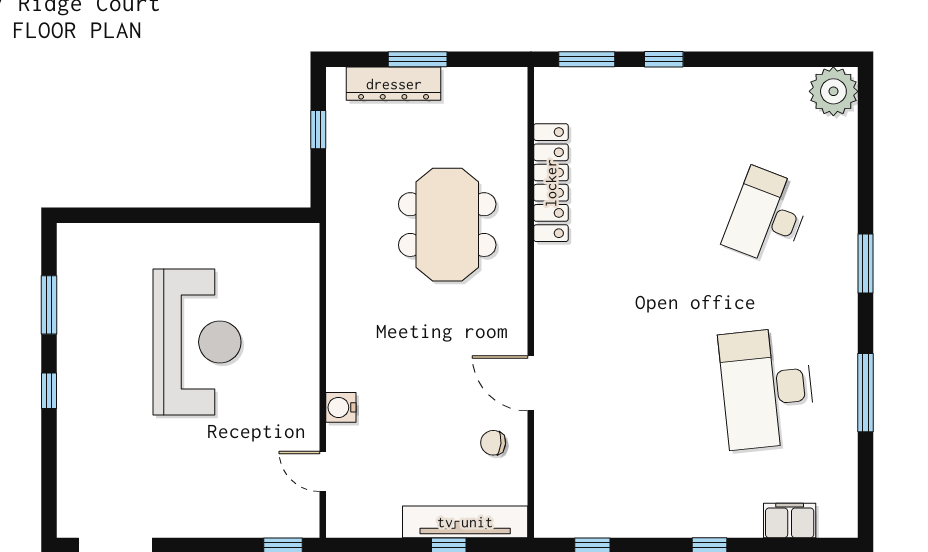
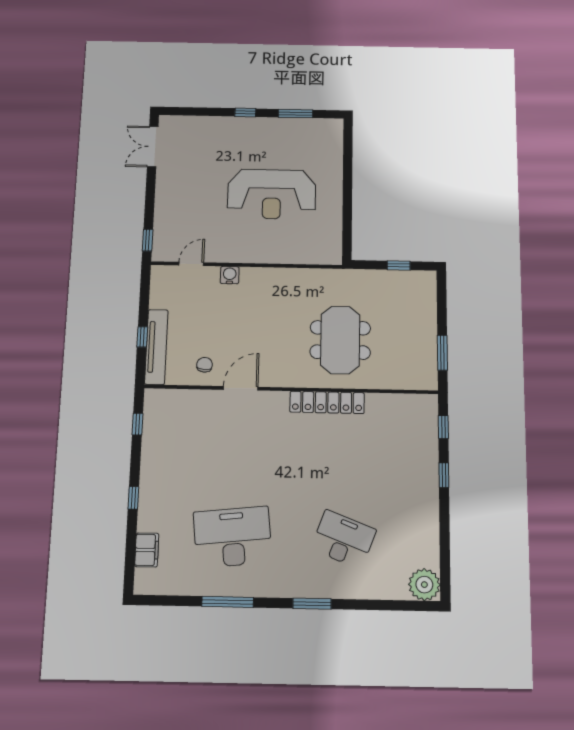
window: (418, 59) -> (442, 353), moved
window: (587, 59) -> (443, 427), width x0.67
dresser: (394, 84) -> (427, 310), removed
locker: (551, 183) -> (327, 402), moved
meeting table: (447, 225) -> (340, 340), turned 90

